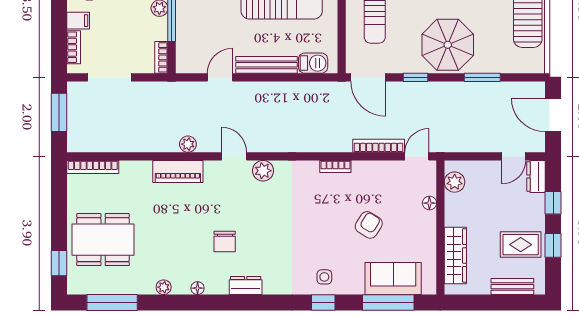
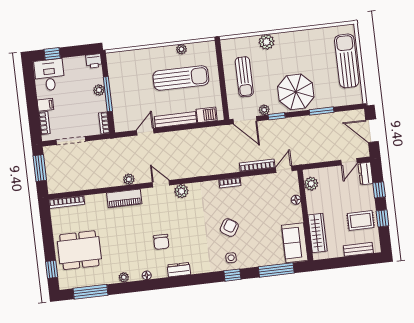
plant: (398, 66) -> (264, 110), added
armchair: (369, 225) -> (229, 228), moved
sofa: (393, 278) -> (295, 243), moved, turned -90

